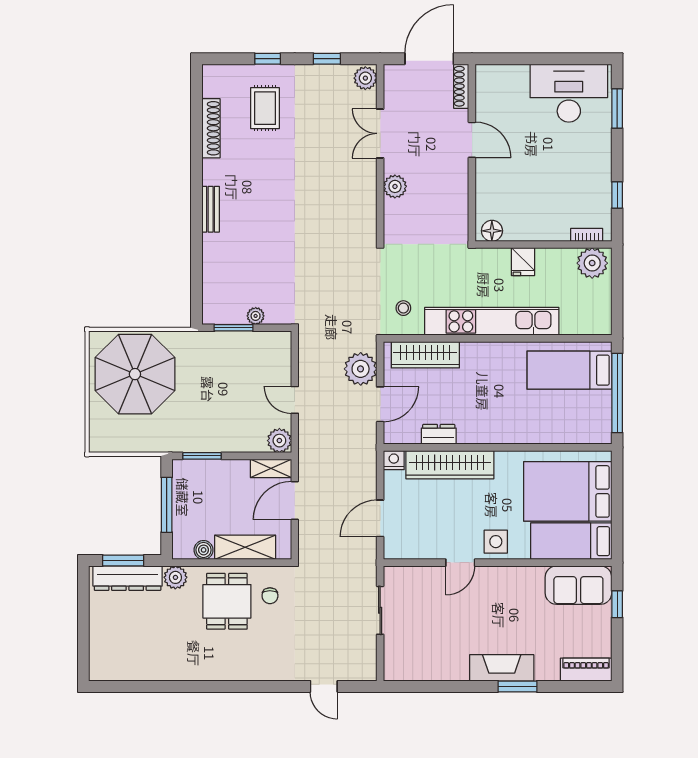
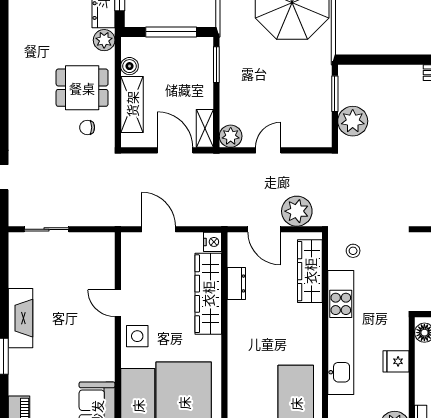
plant: (256, 316) -> (353, 121), width x1.88, depth x1.88
sliding door: (380, 610) -> (46, 229), moved
fireplace: (502, 668) -> (20, 318), moved

